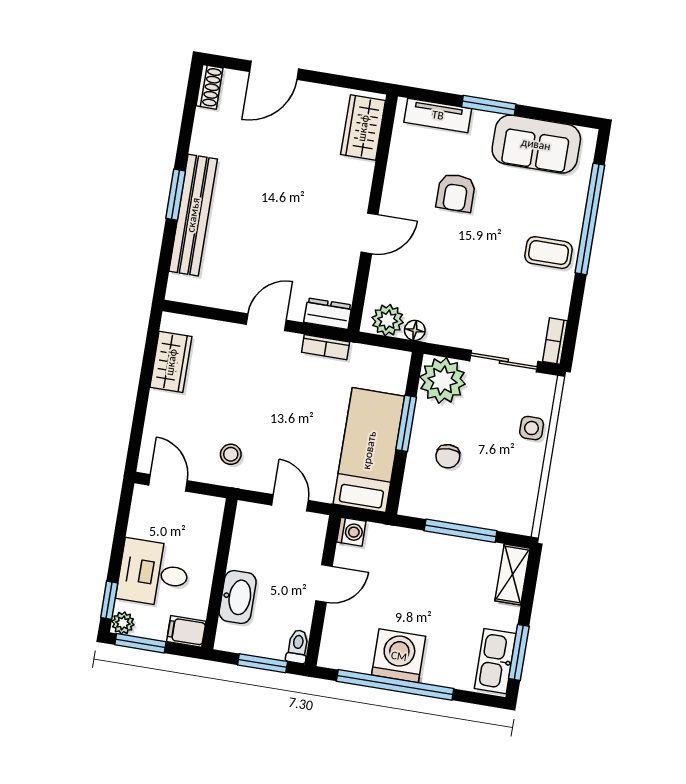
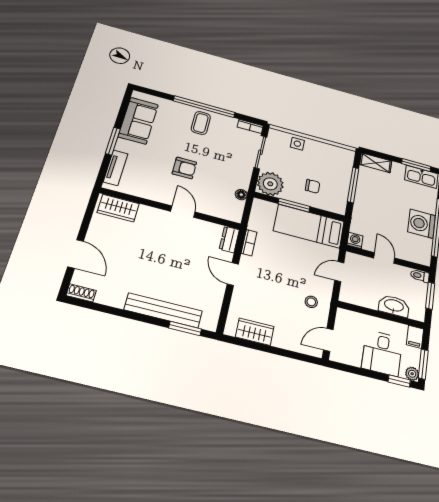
armchair: (456, 193) -> (184, 168), moved
window: (176, 195) -> (185, 328), moved
window: (590, 219) -> (204, 107), moved
plant: (388, 320) -> (235, 208), removed

